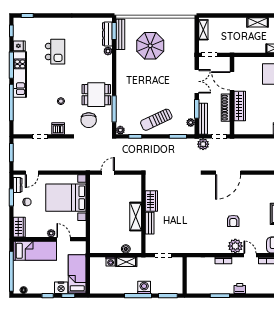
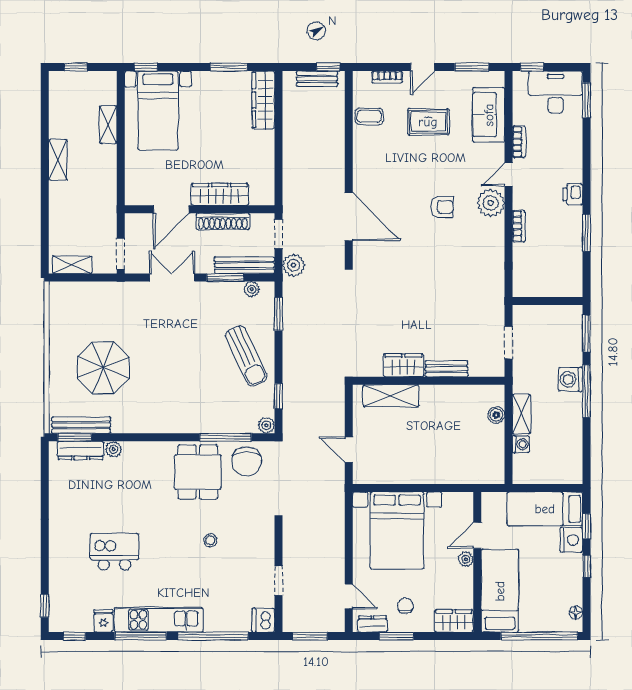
chair: (89, 120) -> (247, 461), moved, turned 90
dishwasher: (58, 129) -> (263, 620), moved
shelving: (136, 217) -> (391, 396), moved

